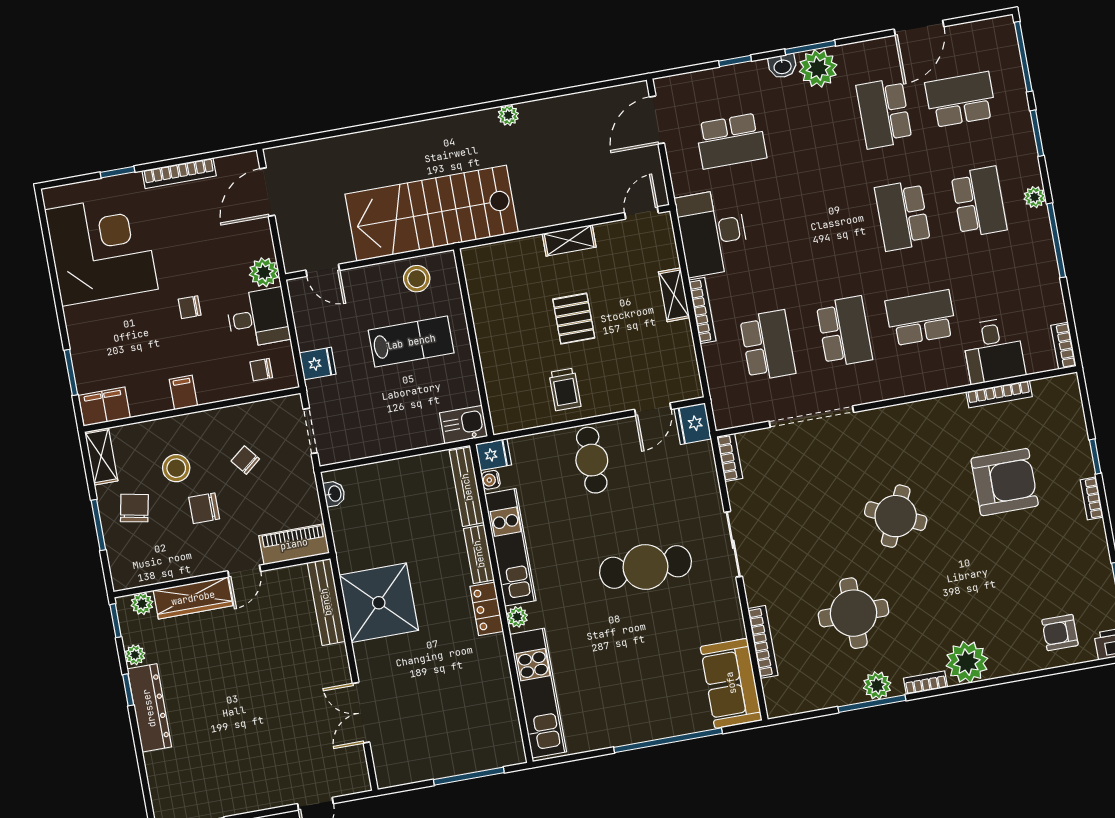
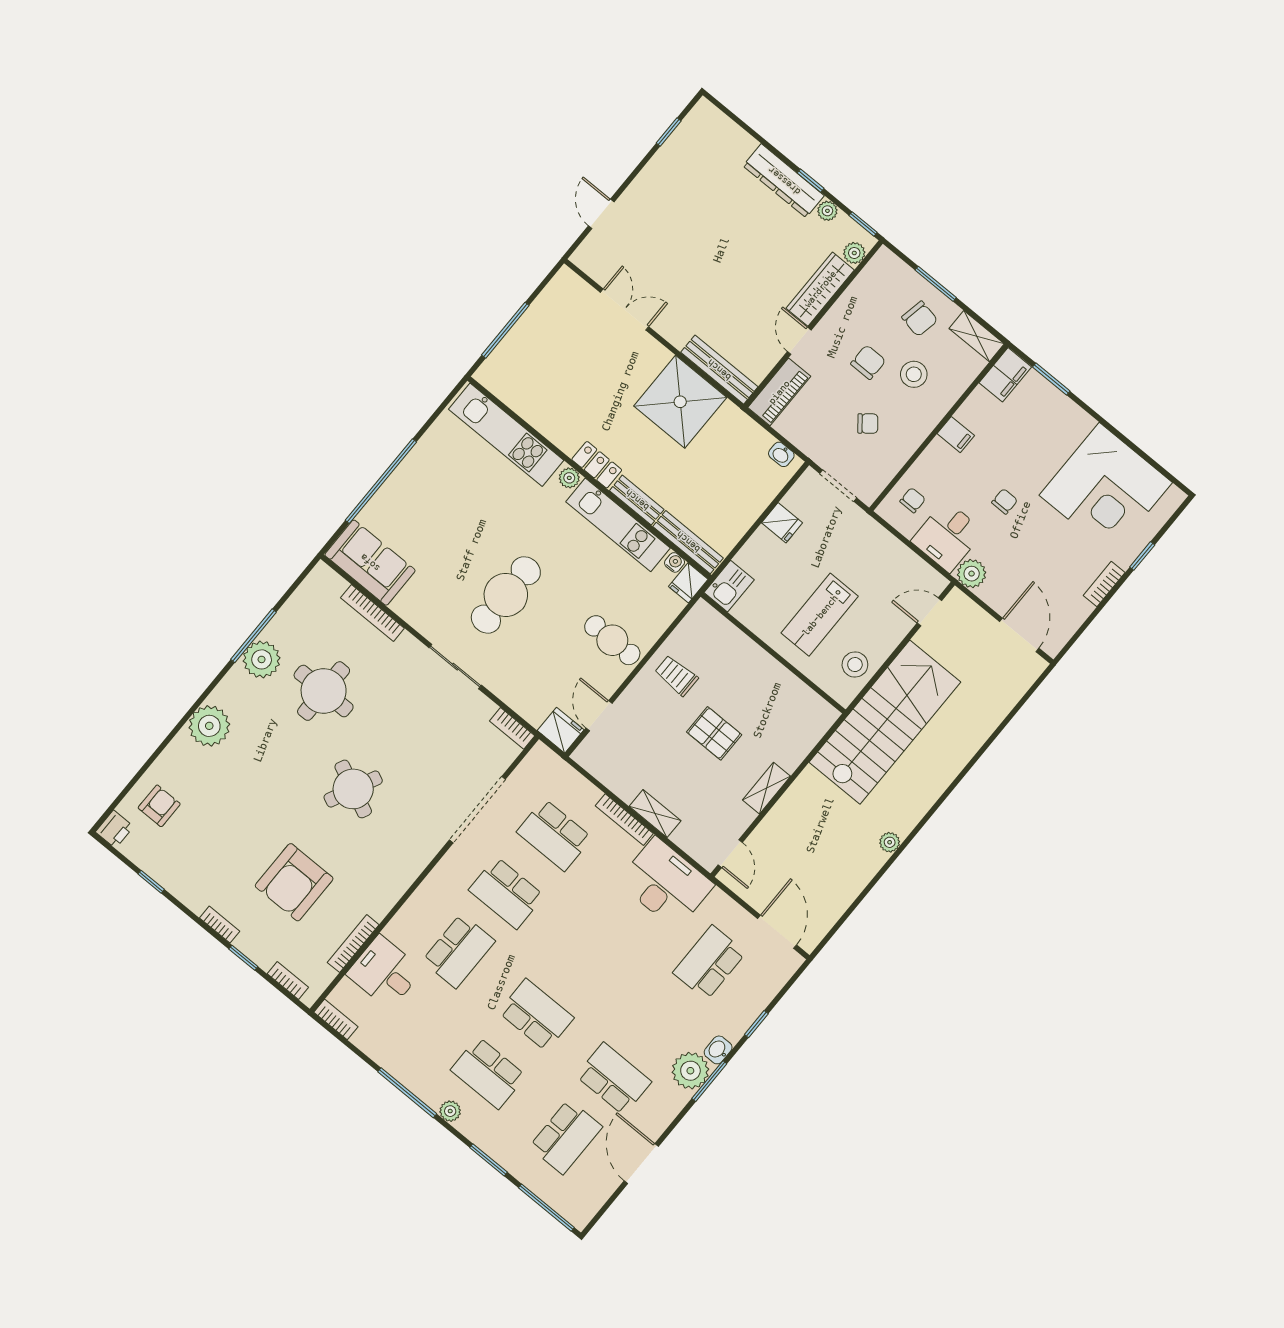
bookcase: (179, 173) -> (1104, 584), width x0.64
fridge: (318, 364) -> (782, 523), moved, turned -90
bookcase: (926, 683) -> (288, 981), moved, turned -90
plant: (877, 685) -> (262, 659), width x1.36, depth x1.36

